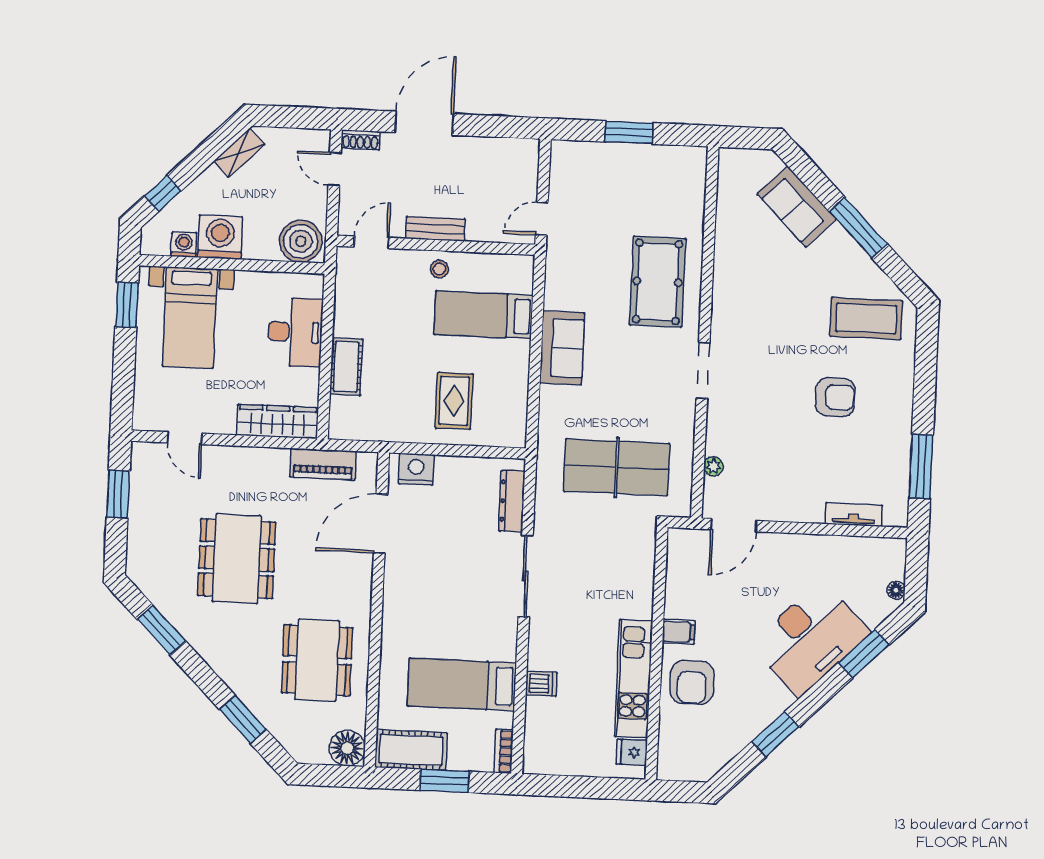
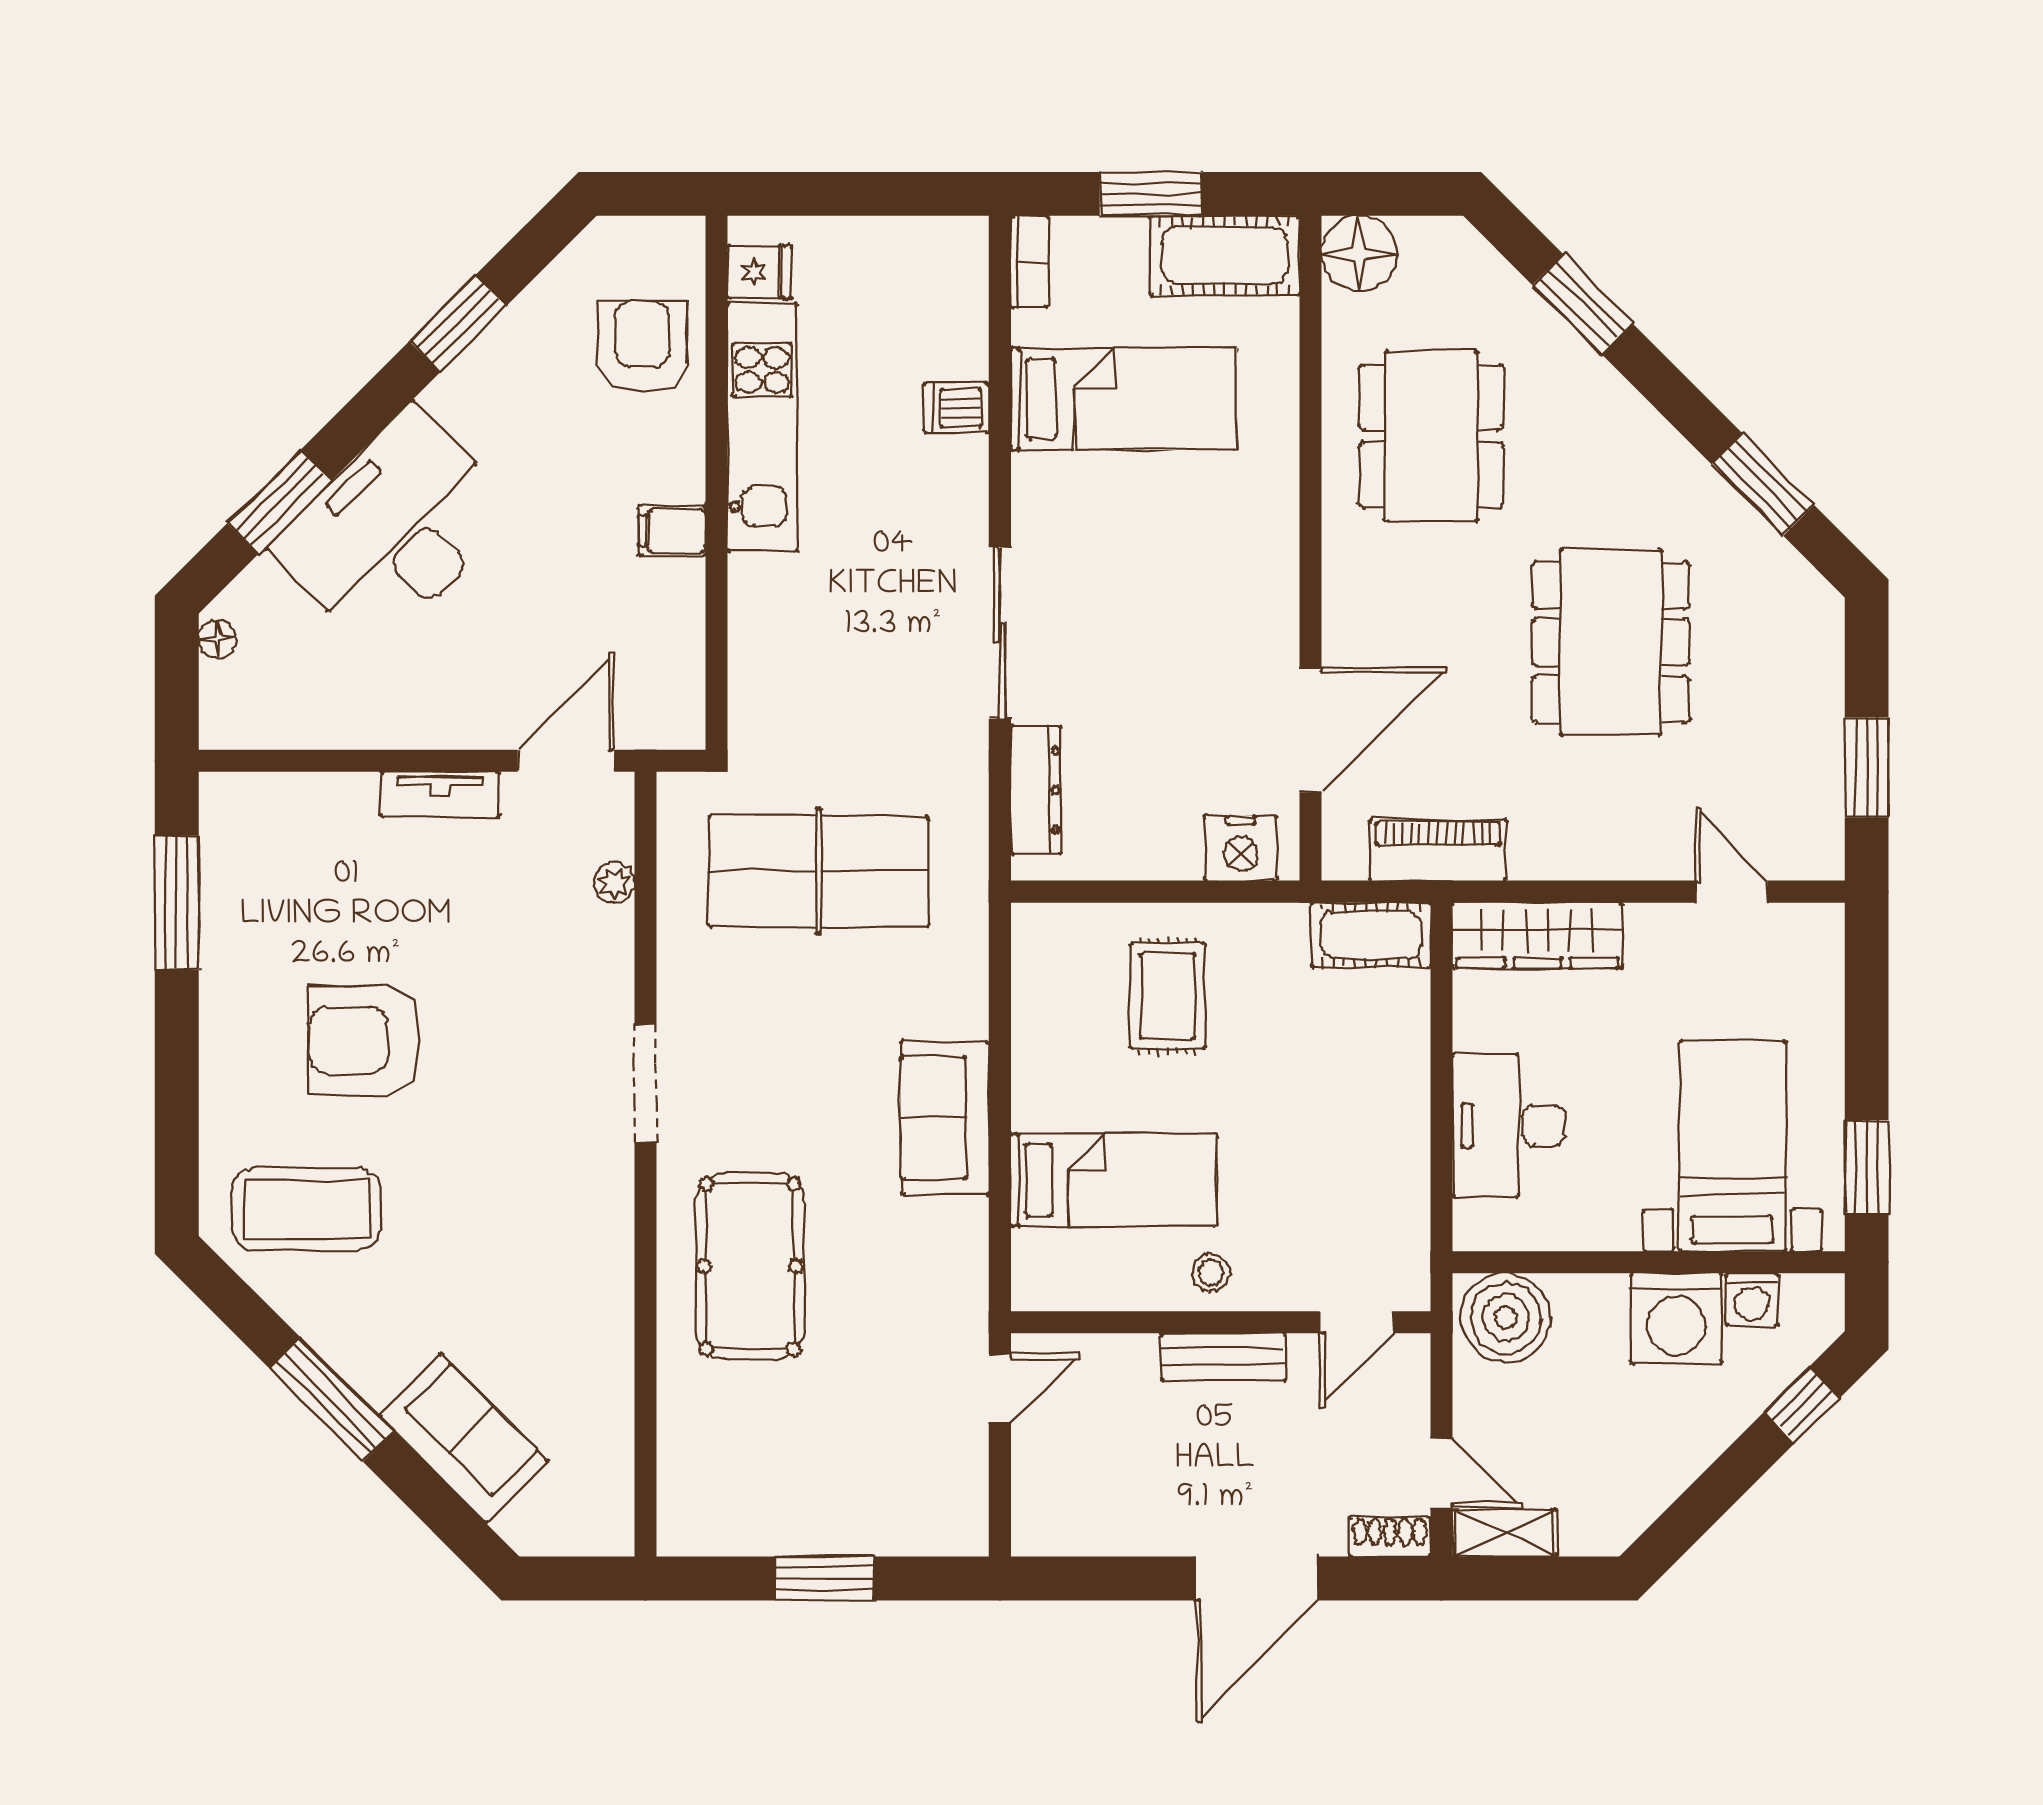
shelving: (239, 153) -> (1505, 1533), moved, turned 45
cot: (346, 367) -> (1371, 935), moved, turned 90
armchair: (835, 397) -> (364, 1040), width x1.36, depth x1.36
tv unit: (854, 515) -> (440, 794), moved
armchair: (692, 682) -> (643, 347), moved

